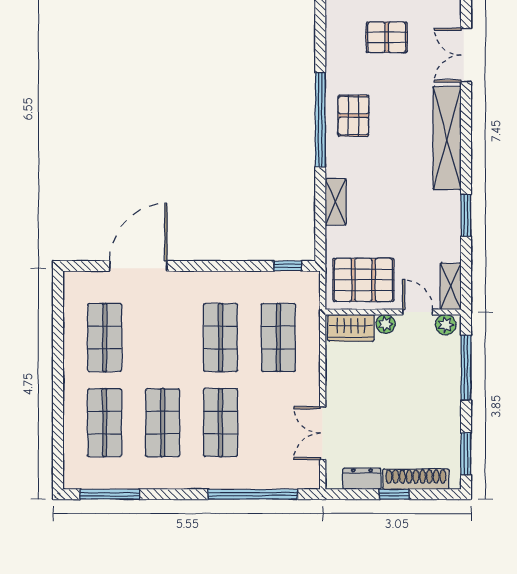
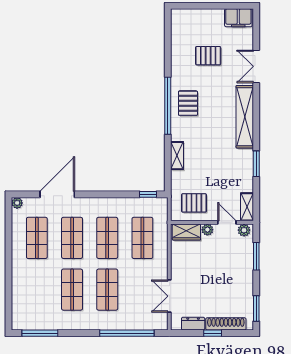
plant: (72, 280) -> (17, 203), added
pallet: (363, 280) -> (194, 203), width x0.67, depth x0.71
window: (466, 368) -> (256, 256), width x0.69
shop shelf: (105, 423) -> (72, 238), moved

